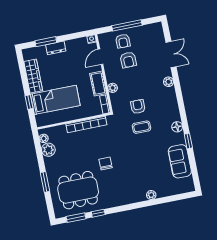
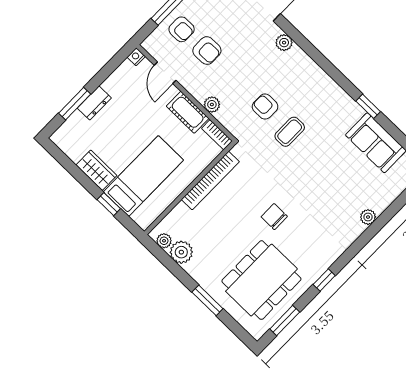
wardrobe: (33, 76) -> (96, 170), width x0.67
floor lamp: (177, 127) -> (339, 97), removed
window: (98, 213) -> (324, 280), moved

